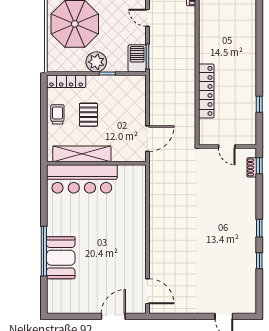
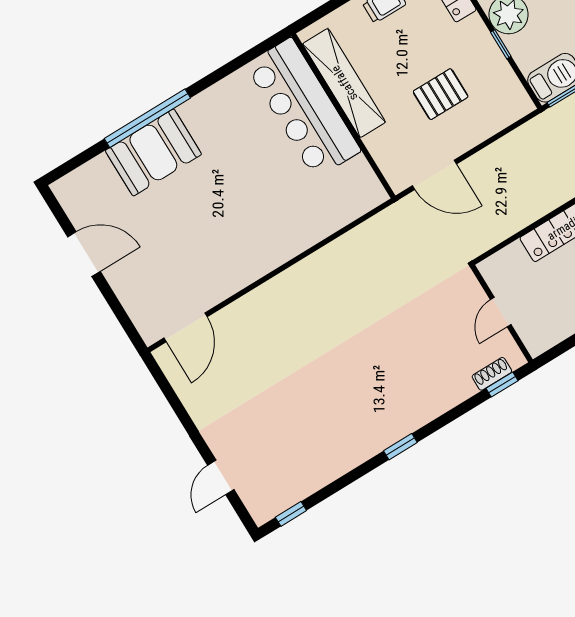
pallet: (88, 115) -> (441, 94), moved
window: (259, 261) -> (291, 514), moved
door: (113, 316) -> (84, 254), moved

